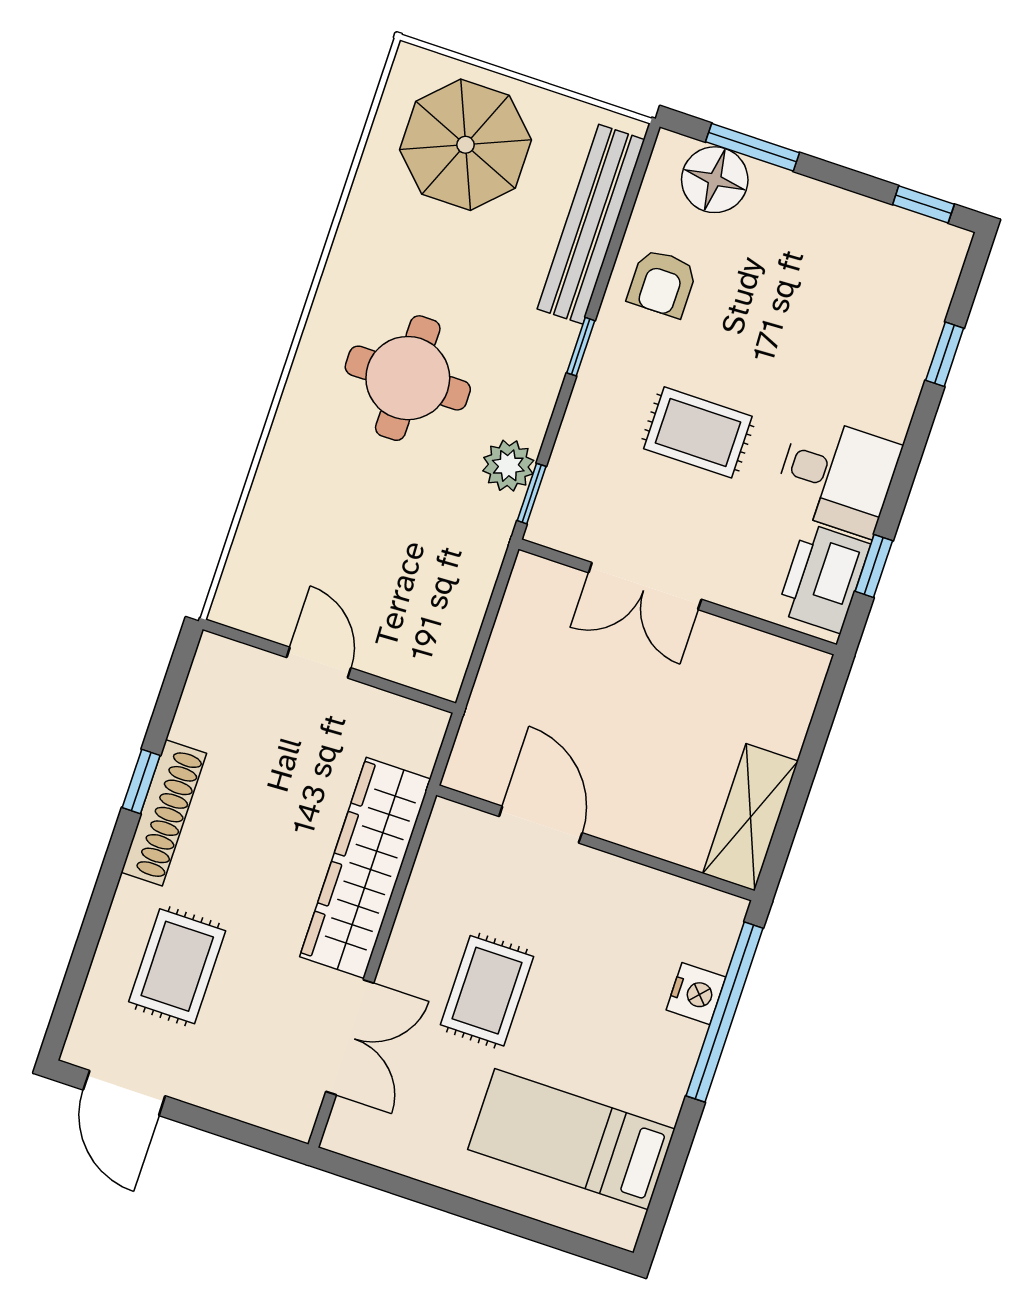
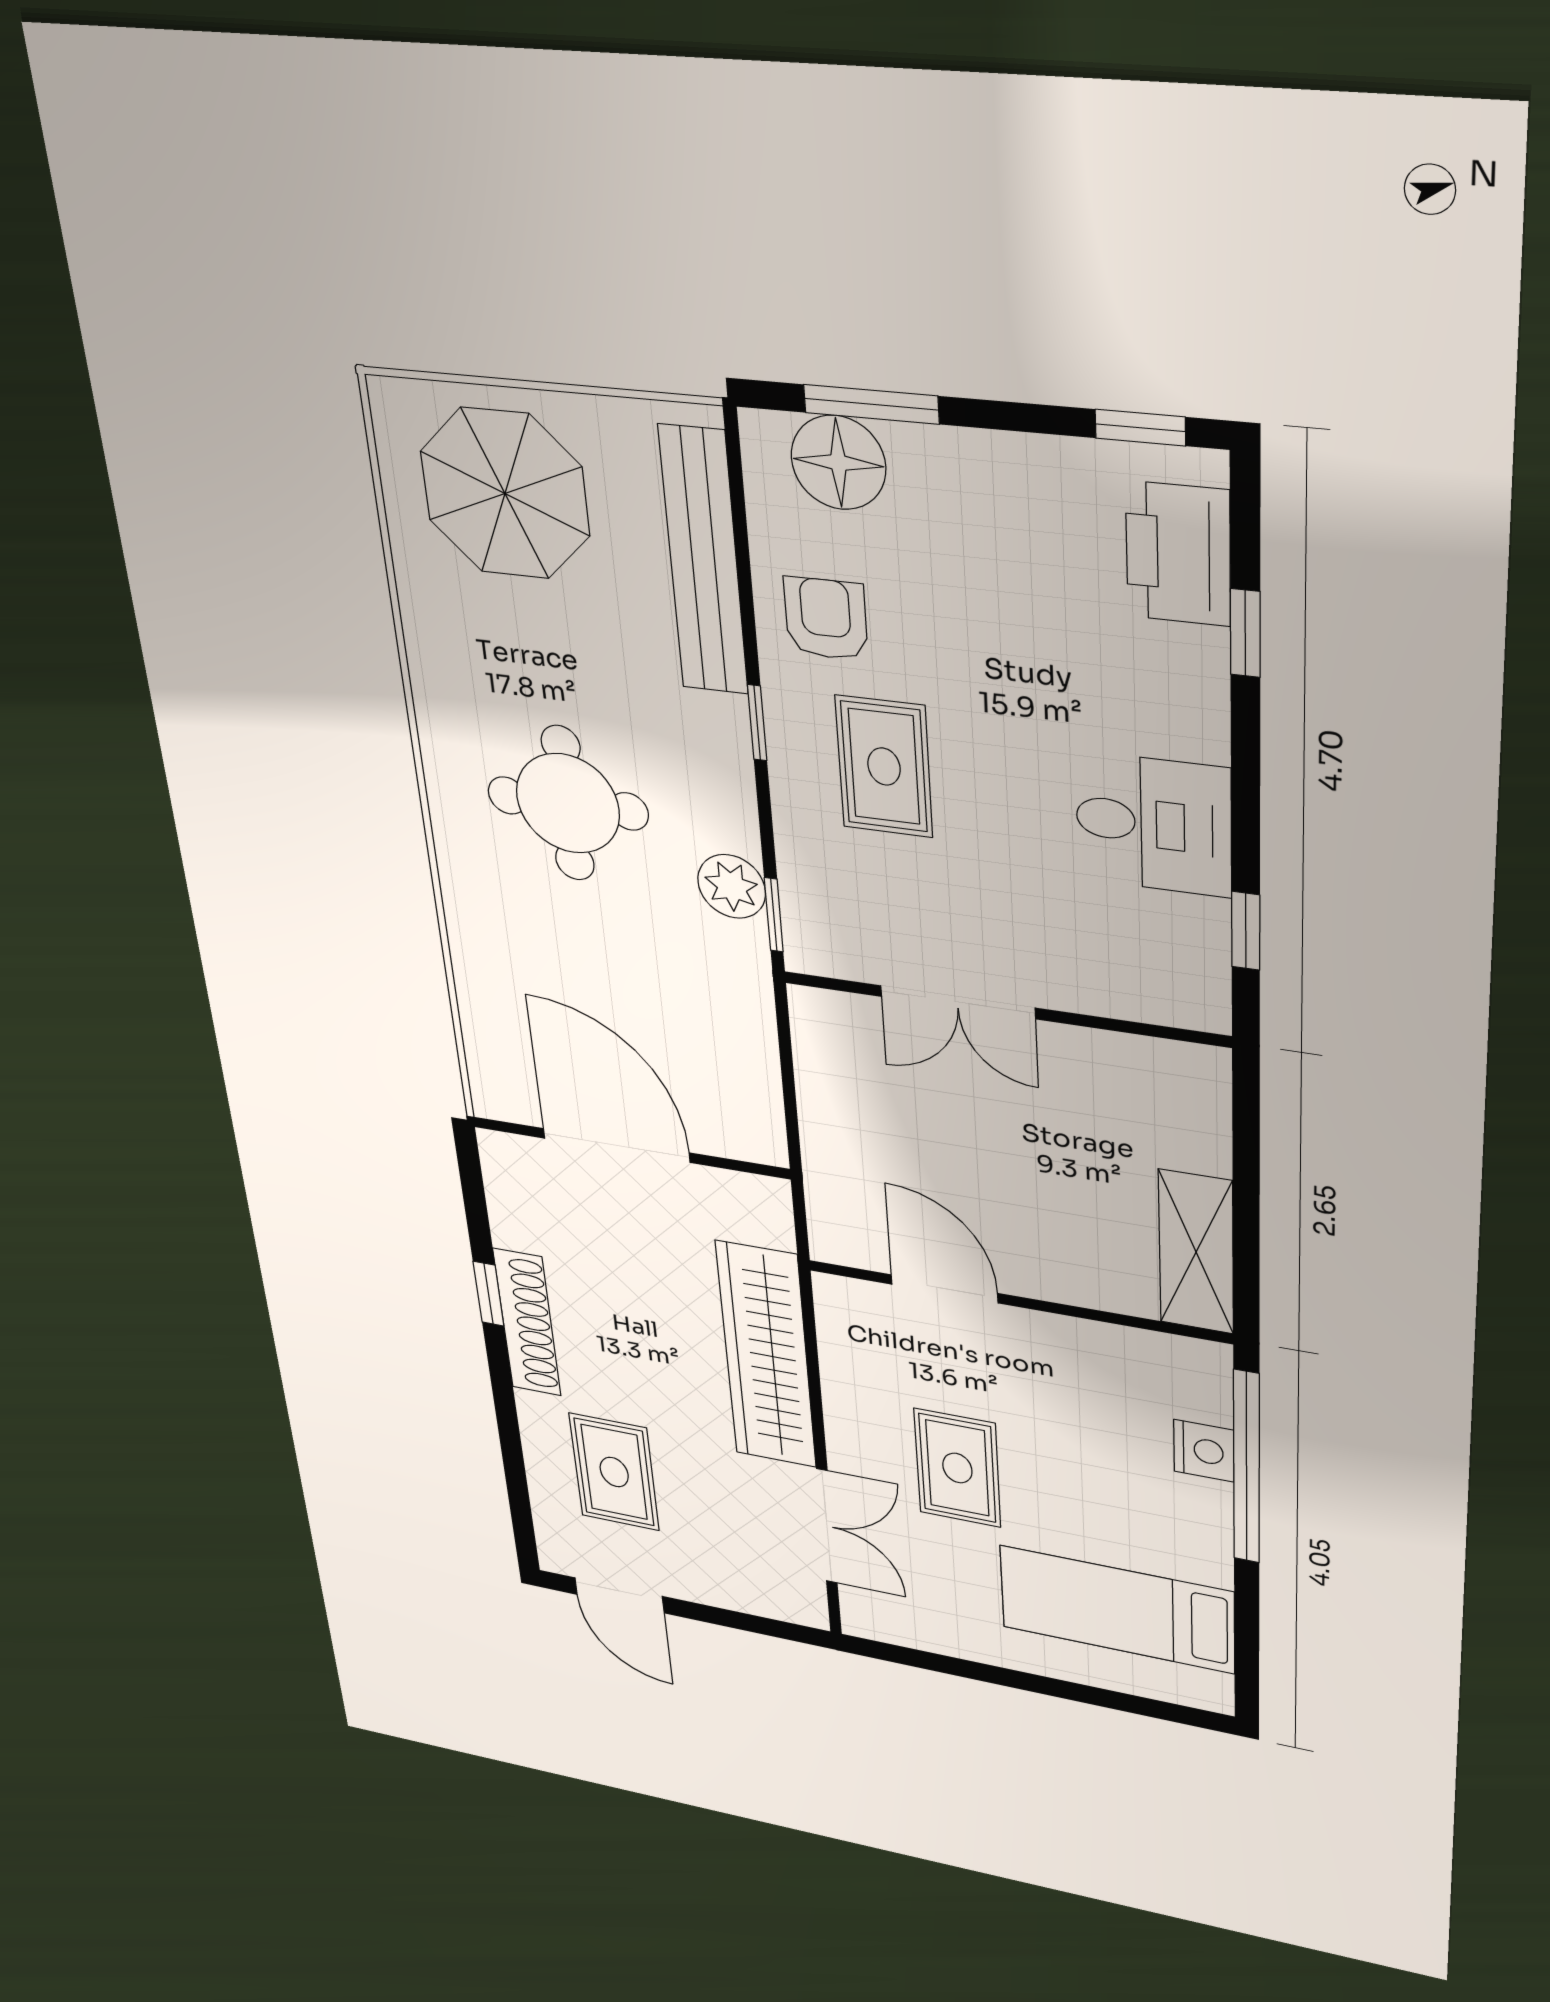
armchair: (662, 283) -> (826, 619), turned 180
rug: (698, 432) -> (884, 767), moved, turned 90
printer: (823, 578) -> (1178, 554), moved
door: (319, 663) -> (616, 1145), width x1.88

